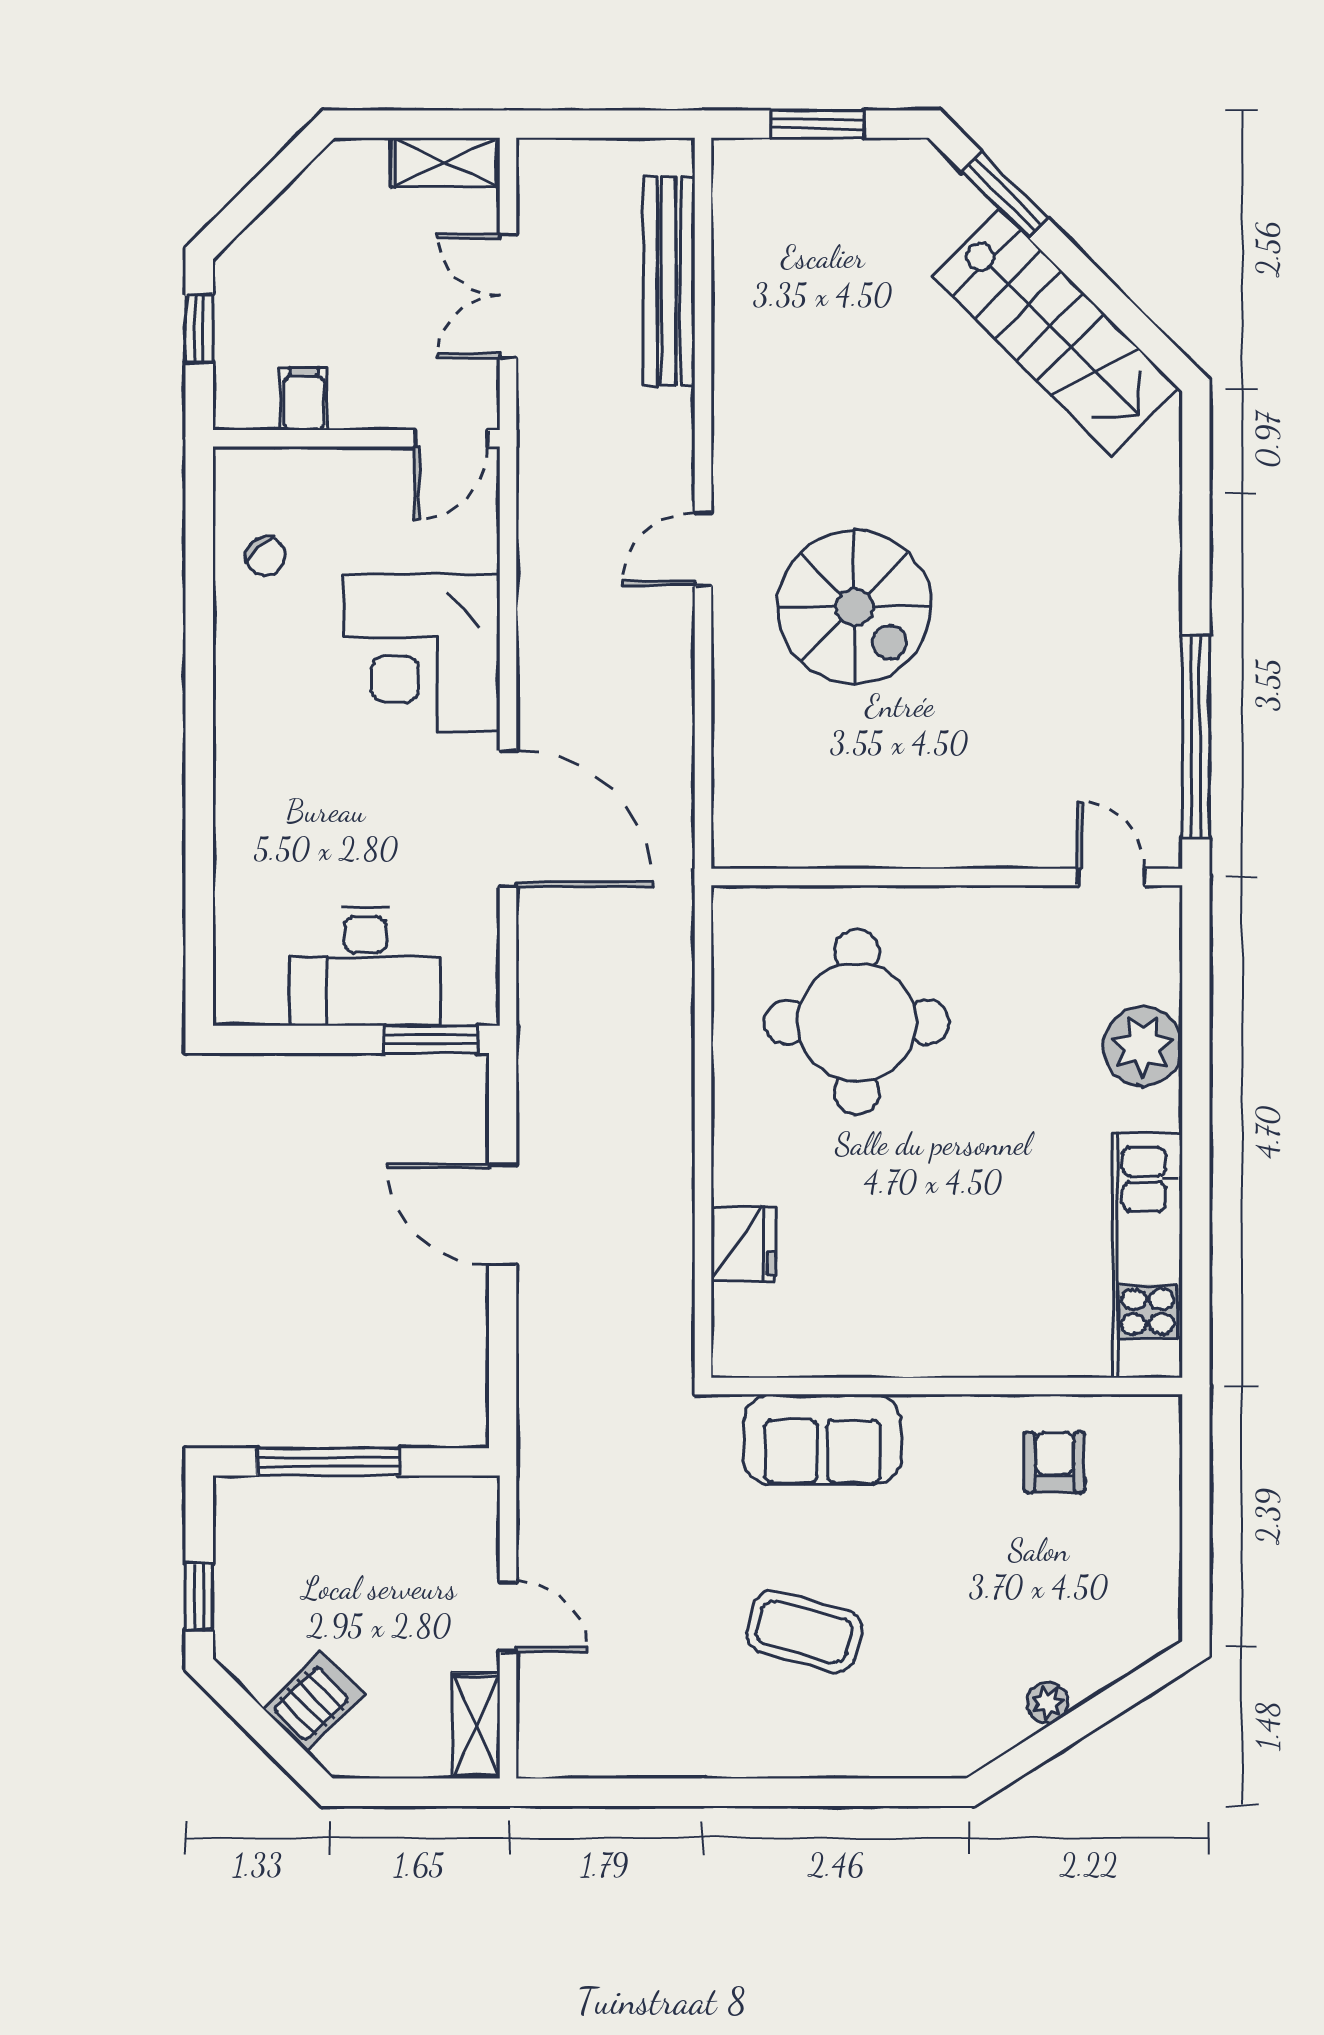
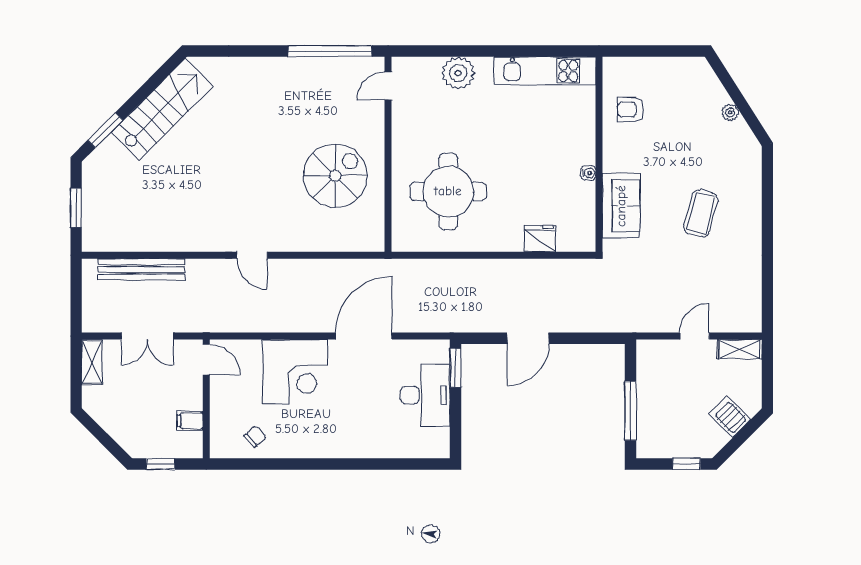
spiral stairs: (854, 607) -> (335, 176), moved
water cooler: (901, 1360) -> (588, 173), added

